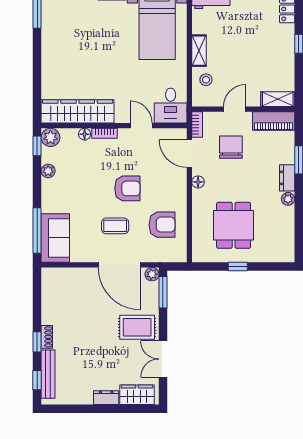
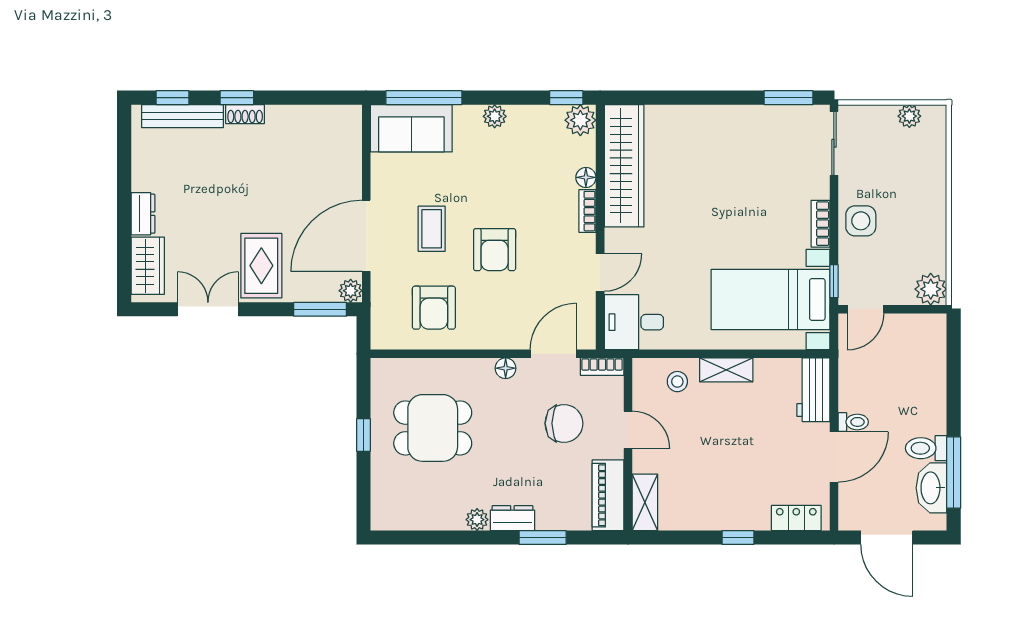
plant: (48, 171) -> (495, 116), moved

